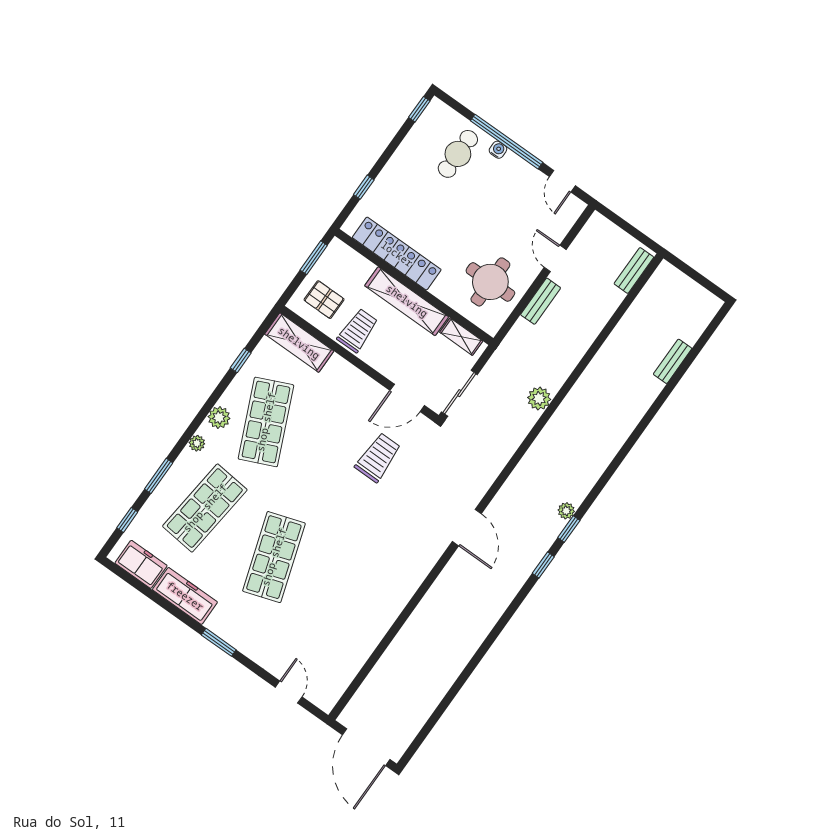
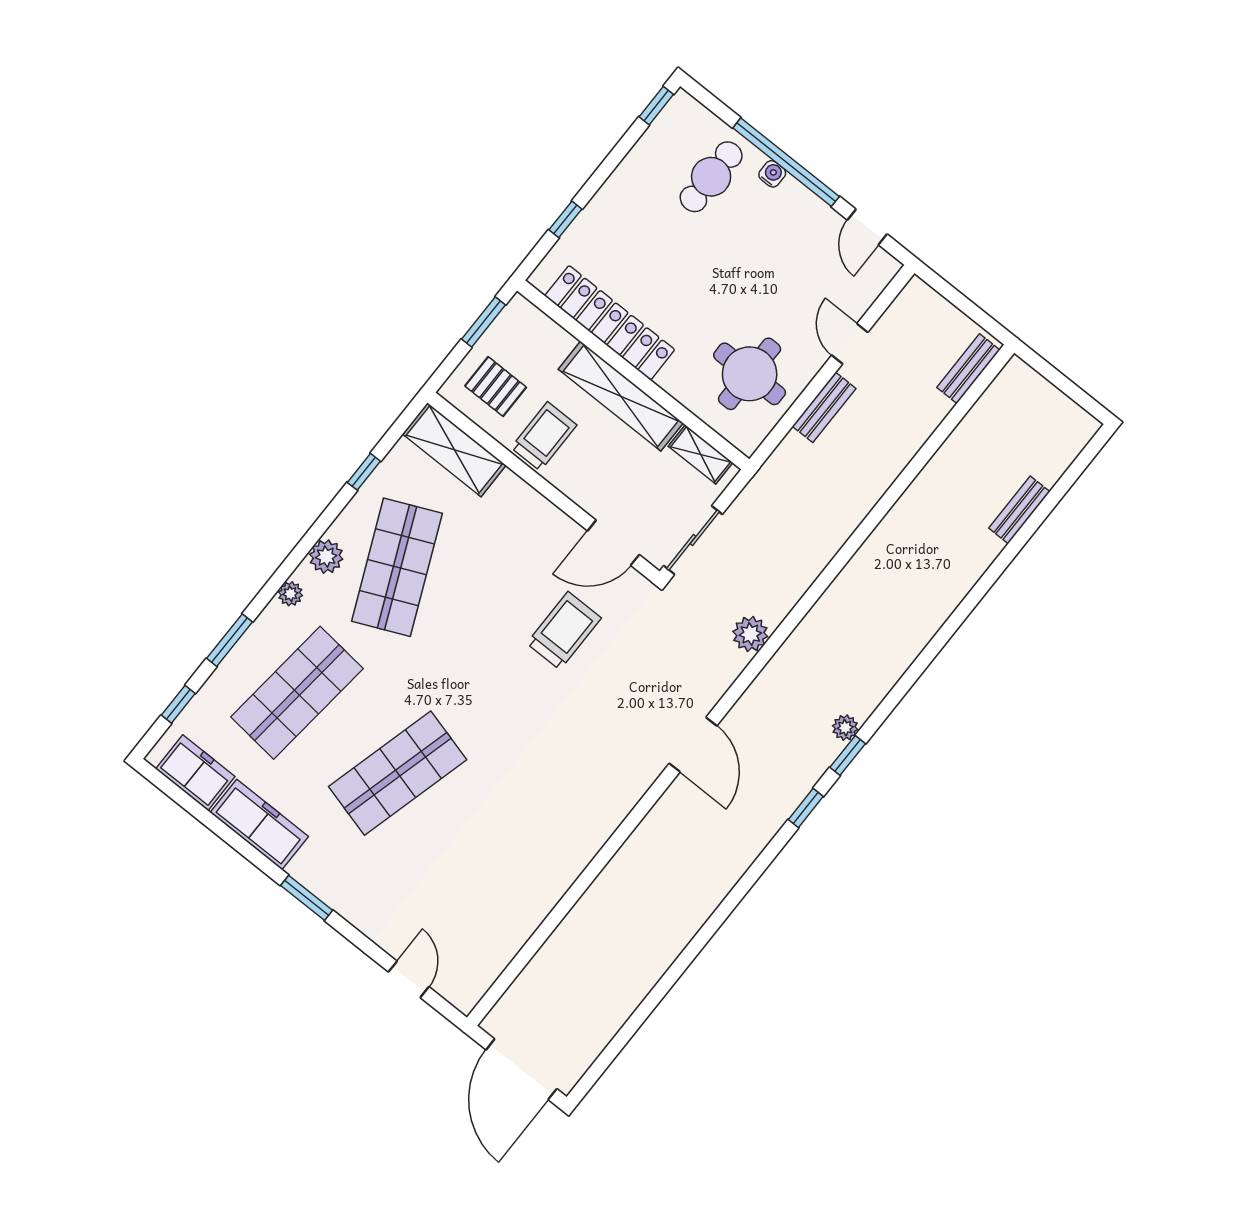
plant: (539, 398) -> (750, 634), moved
shop shelf: (274, 557) -> (398, 773), turned 33

